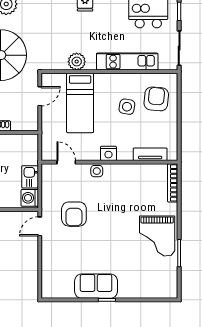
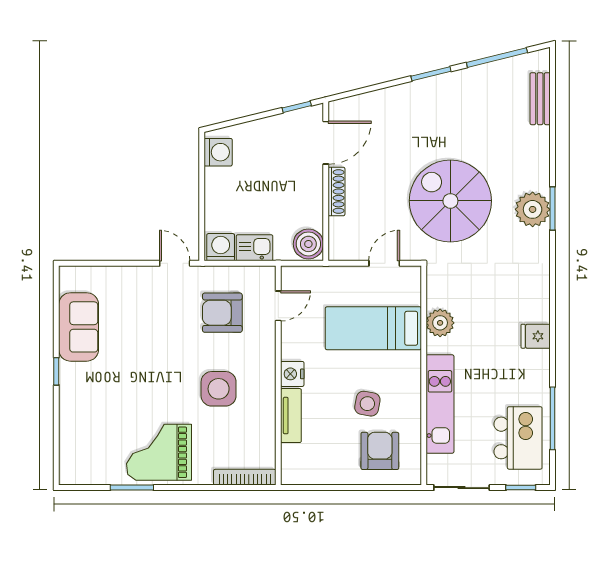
door: (40, 96) -> (384, 263), swing flipped
armchair: (156, 99) -> (380, 451), turned -95
boiler: (28, 143) -> (308, 244), added
tv unit: (150, 154) -> (291, 416), moved
side table: (97, 171) -> (219, 389), moved, width x1.87, depth x1.87
armchair: (74, 214) -> (222, 313), moved
sofa: (96, 286) -> (79, 327), moved

